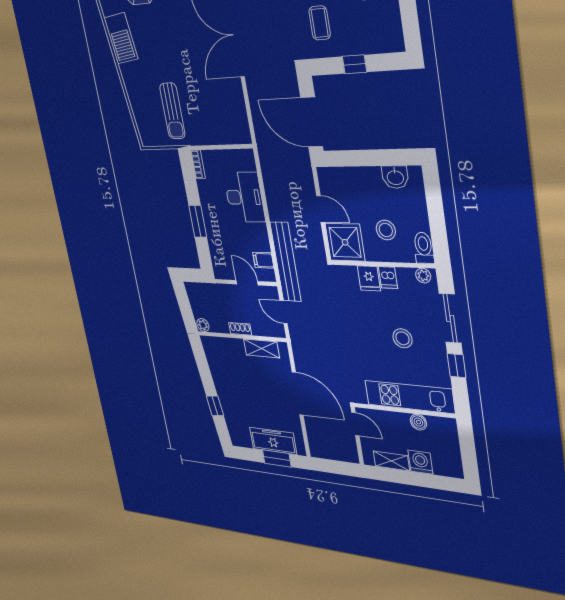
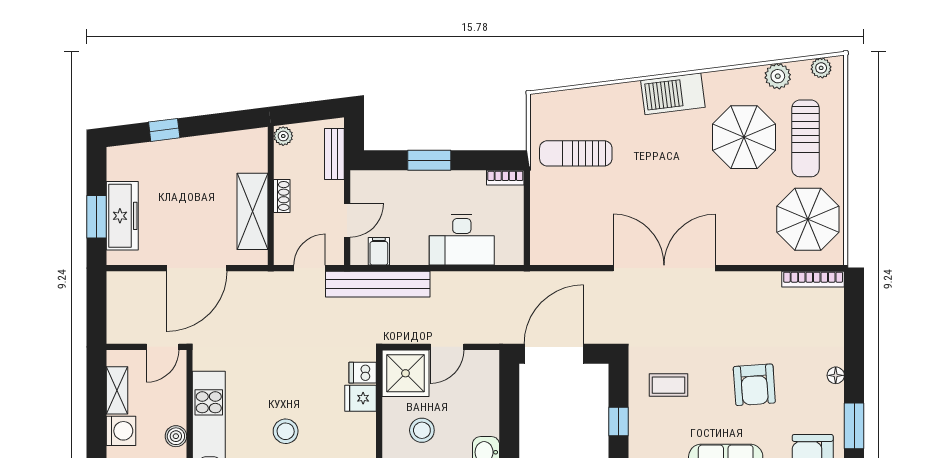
dishwasher: (388, 278) -> (363, 373), moved
bench: (207, 290) -> (334, 154), added
shelving: (261, 348) -> (253, 211), width x1.50, depth x1.33

